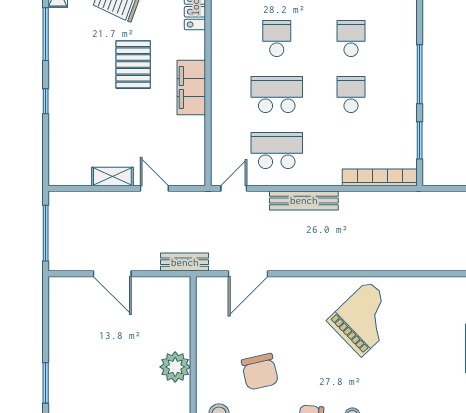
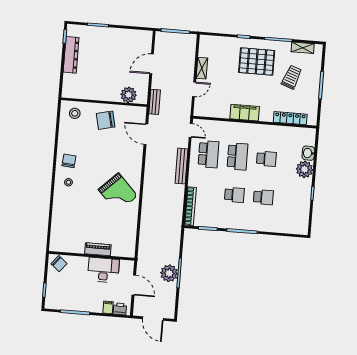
pallet: (133, 64) -> (257, 61), moved, width x1.37, depth x1.41
plant: (175, 367) -> (129, 95), moved
chair: (260, 372) -> (106, 120), moved

